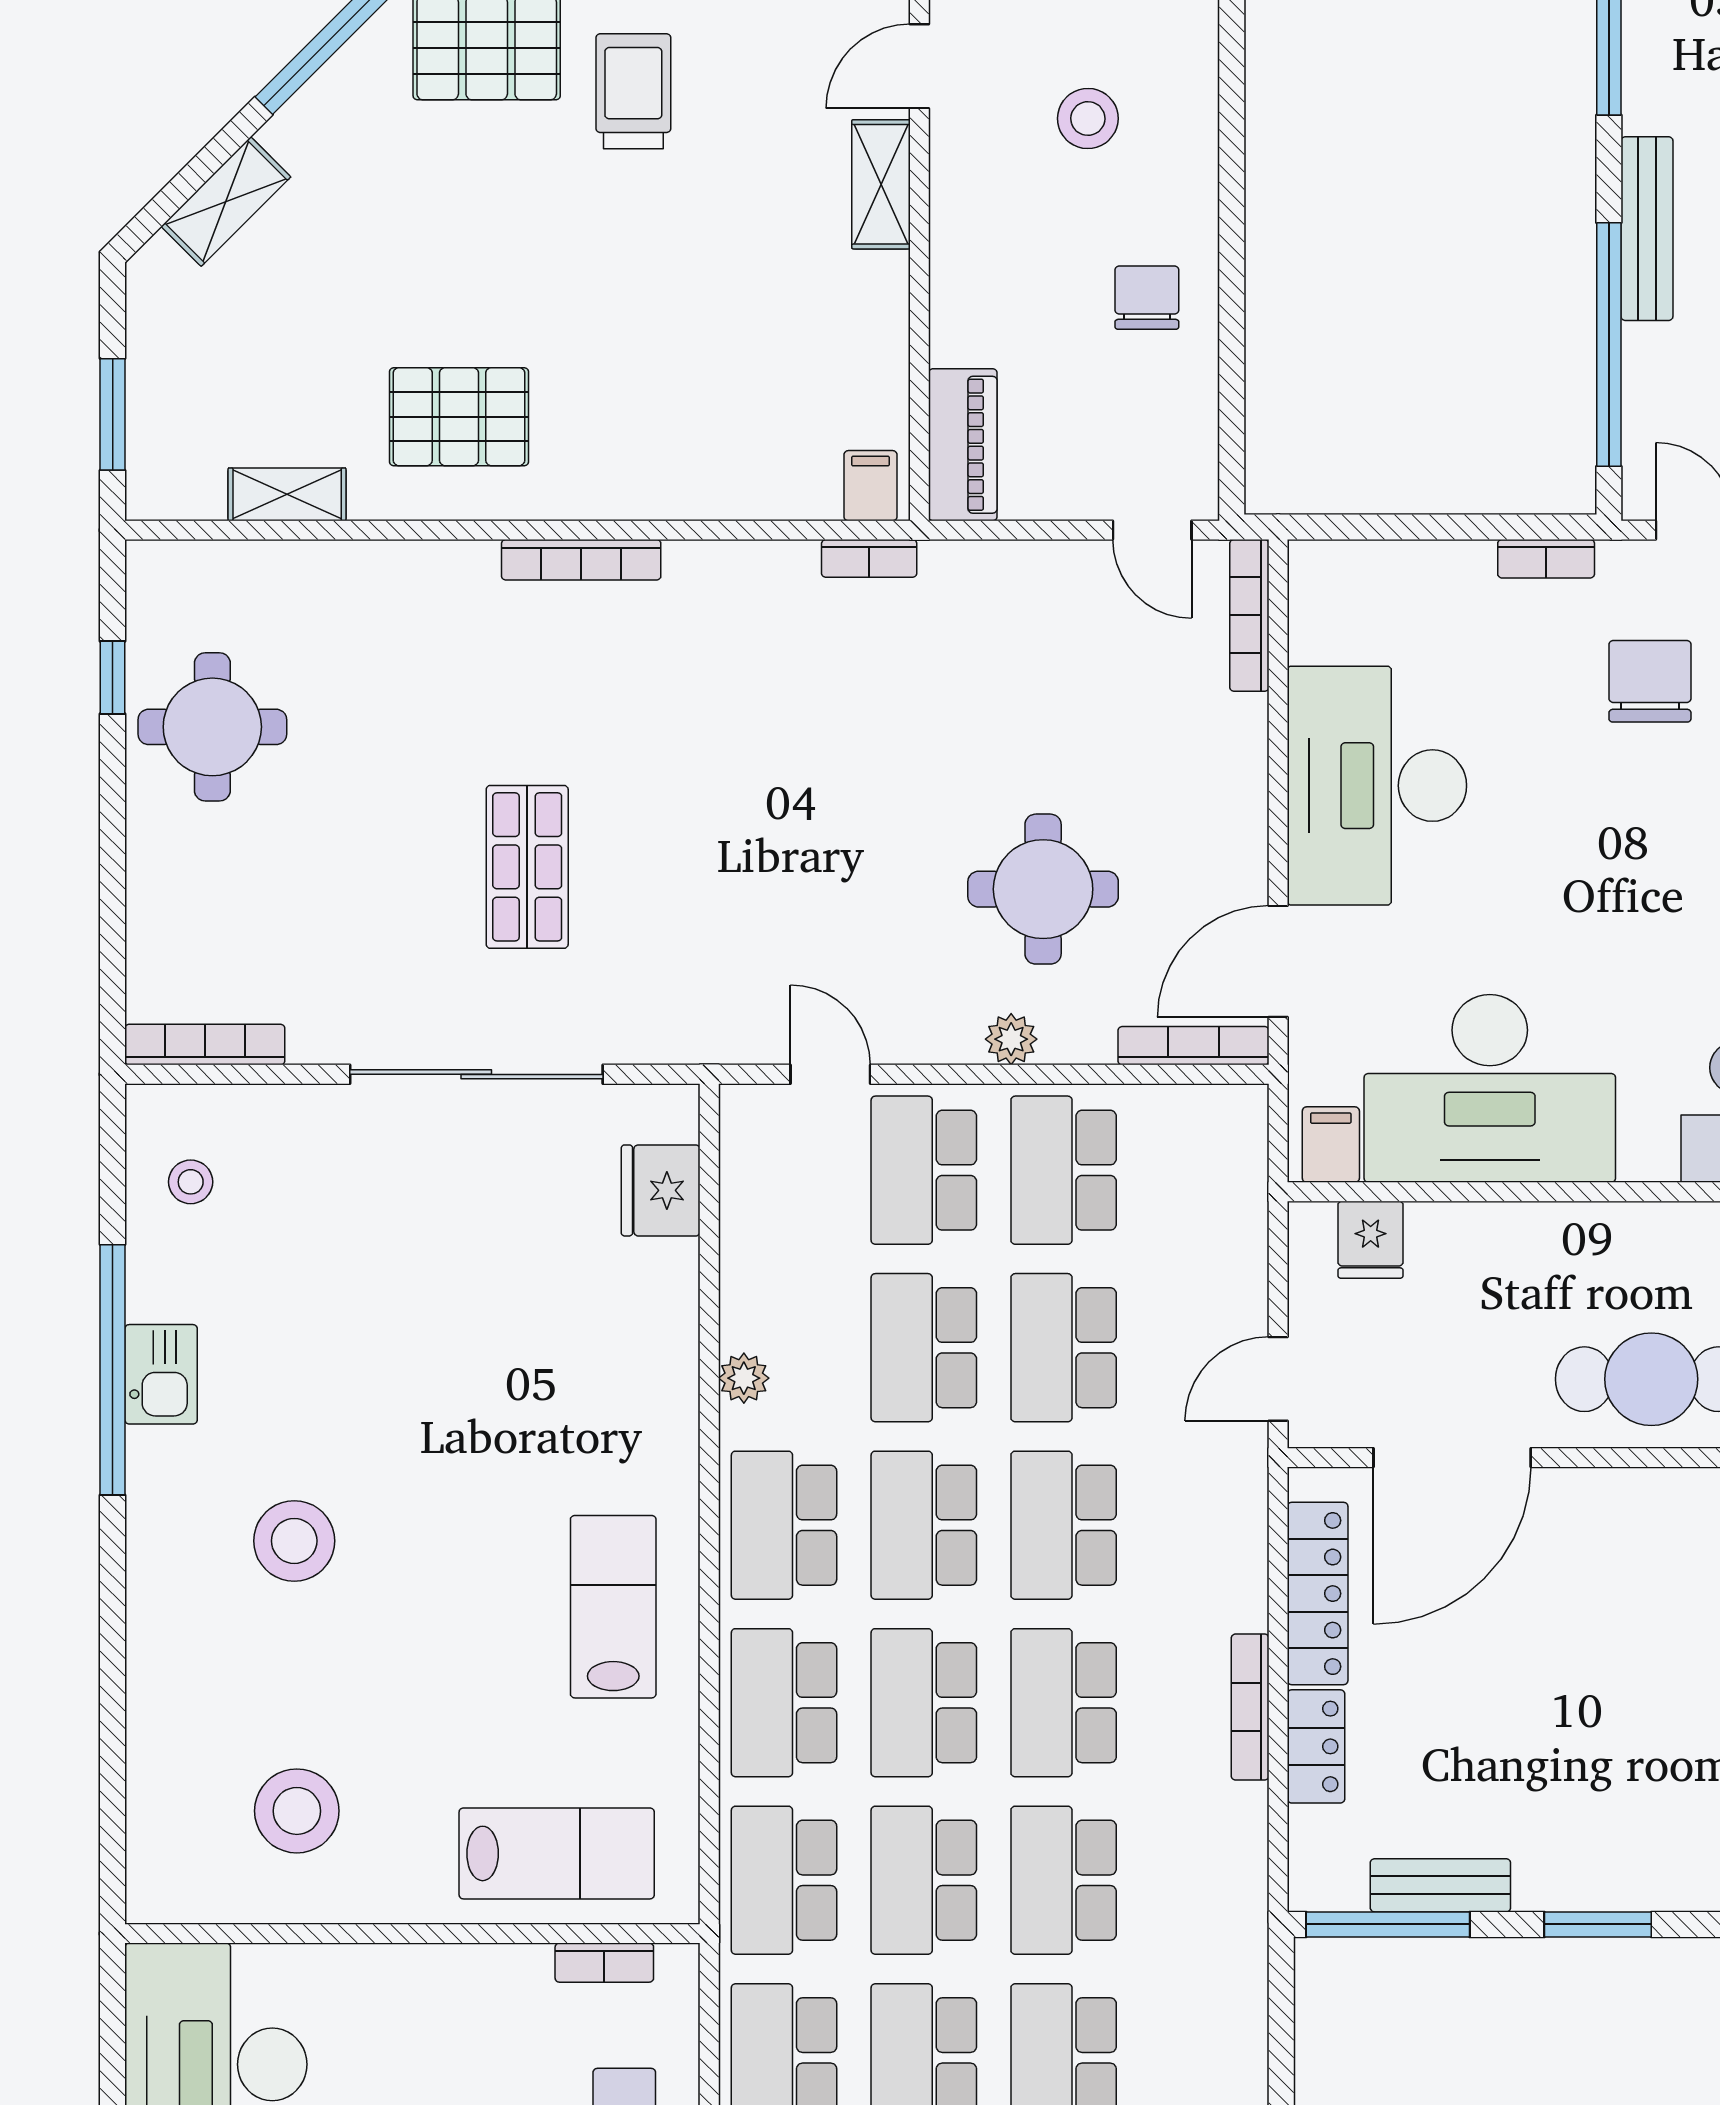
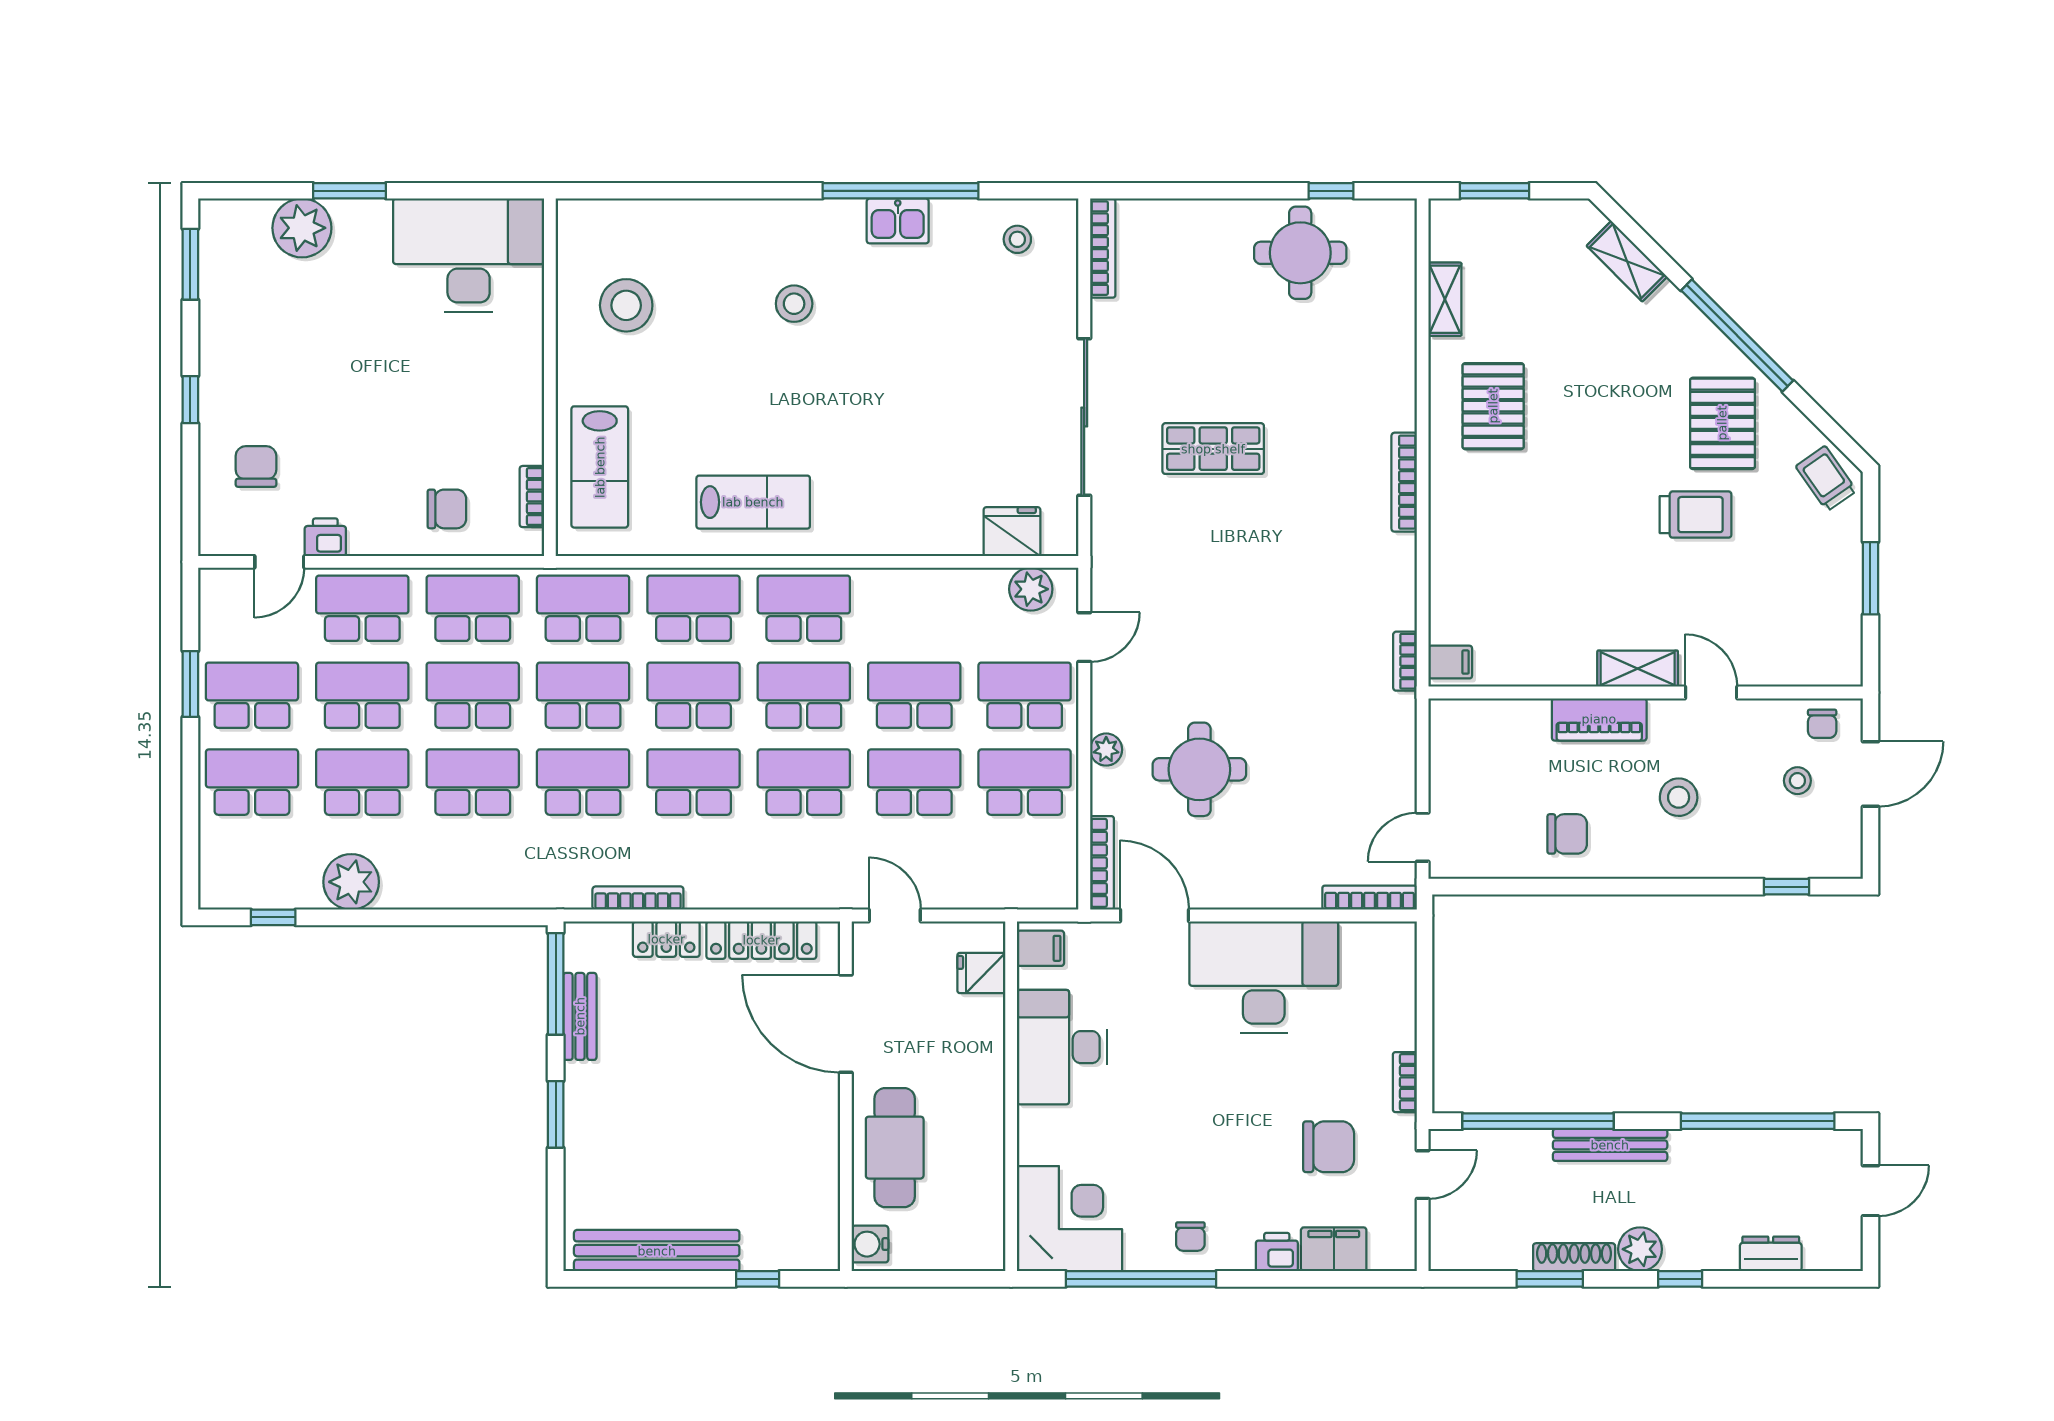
piano: (963, 445) -> (1599, 719), moved
desk: (1490, 1088) -> (1062, 1047), width x0.73, depth x0.77
plant: (744, 1378) -> (1031, 589), moved, width x1.38, depth x1.38
stool: (294, 1541) -> (794, 304), width x0.73, depth x0.73
bookcase: (1250, 1707) -> (638, 898), moved

